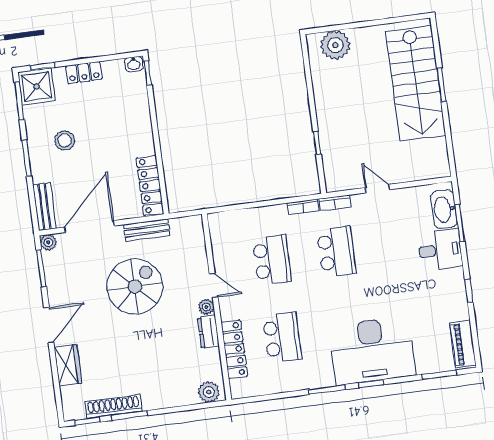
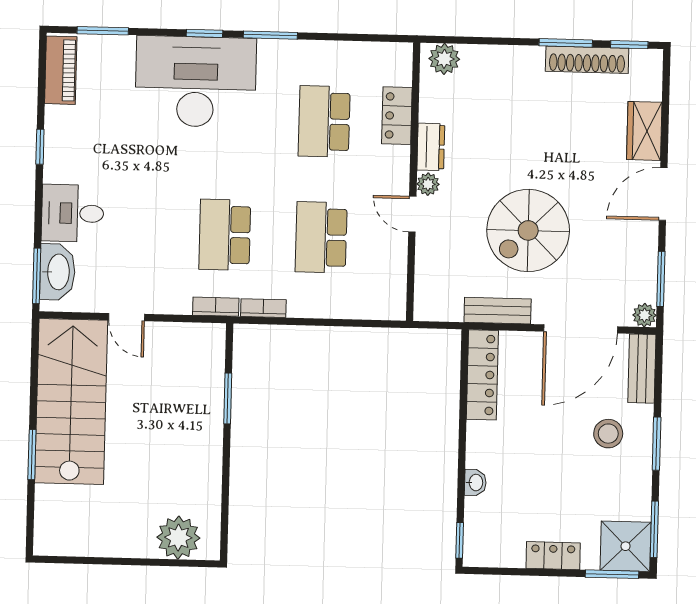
washbasin: (134, 64) -> (475, 483), moved, turned 90
window: (43, 66) -> (612, 574), width x1.50
stairs: (416, 83) -> (71, 401), moved
stool: (65, 140) -> (608, 434), moved
window: (317, 143) -> (228, 398), width x1.50
door: (377, 189) -> (127, 317), moved
window: (460, 223) -> (37, 276), moved
locker: (234, 349) -> (397, 116), width x0.66

